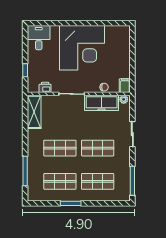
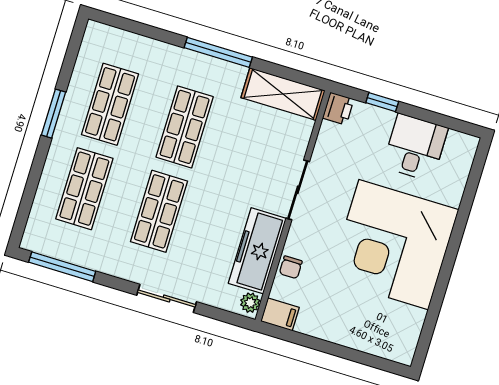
desk: (39, 38) -> (415, 147), moved, turned -90
printer: (45, 87) -> (338, 109), moved
window: (25, 171) -> (218, 52), moved

